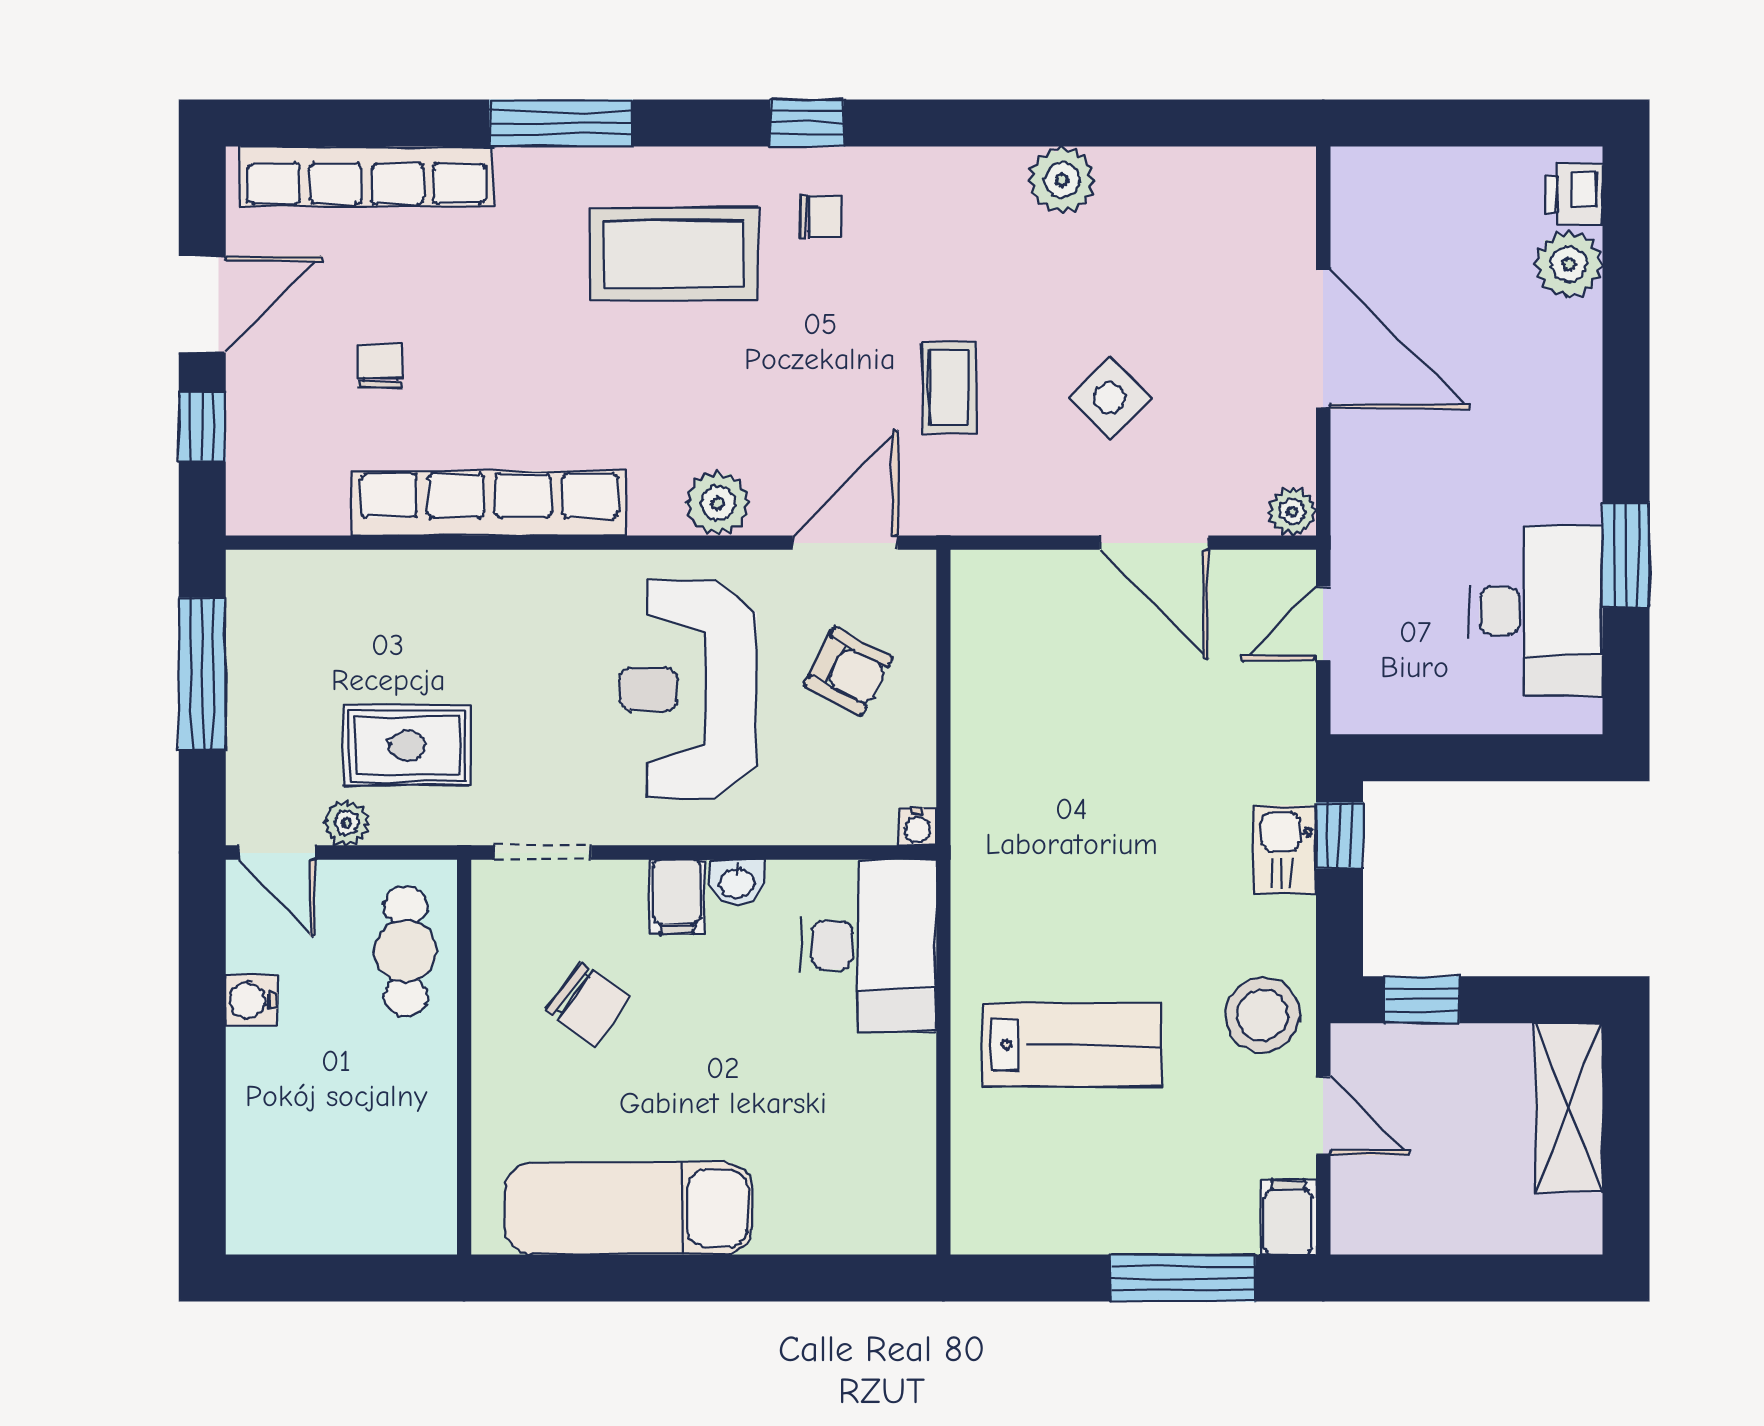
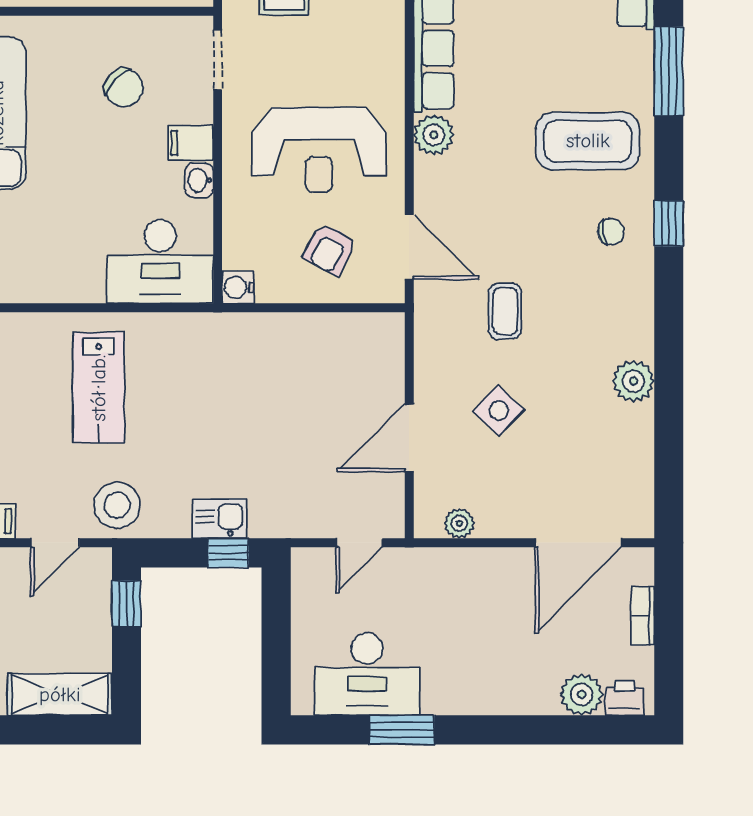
bookcase: (1442, 165) -> (643, 616), added
chair: (820, 217) -> (611, 232), turned -99
coffee table: (674, 254) -> (588, 141), turned 90
door: (1323, 339) -> (579, 543), moved
coffee table: (949, 388) -> (505, 311), turned 90
plant: (718, 503) -> (434, 135), moved
plant: (1292, 512) -> (459, 523), moved
door: (1323, 623) -> (359, 543), swing flipped
reception desk: (688, 689) -> (319, 150), turned 180
water cooler: (918, 827) -> (238, 287), width x1.38, depth x1.38
chair: (588, 1004) -> (124, 88), turned -82

